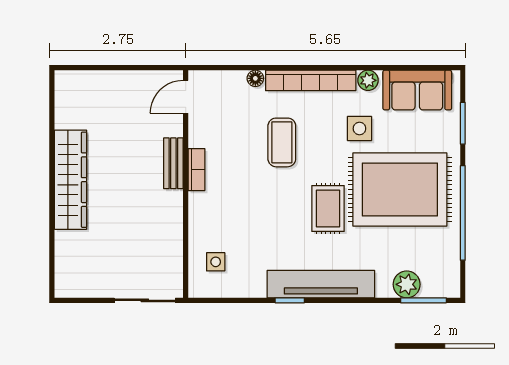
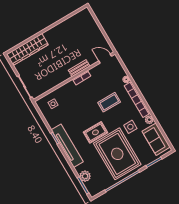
wardrobe: (70, 180) -> (27, 49), moved

